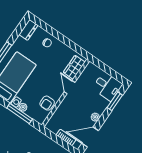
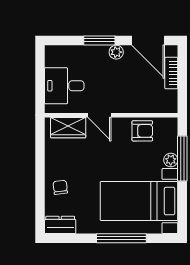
desk: (107, 86) -> (64, 86), moved, turned -90
door: (70, 87) -> (99, 115), hinge flipped
window: (115, 101) -> (99, 40), moved

